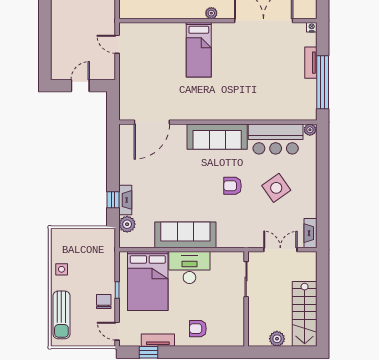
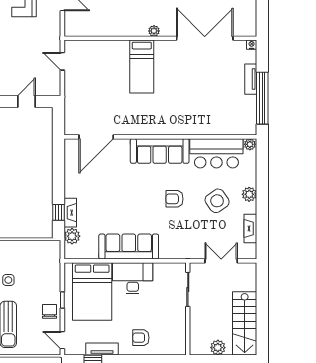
plant: (309, 181) -> (249, 194), added
fireplace: (311, 233) -> (250, 228), moved

